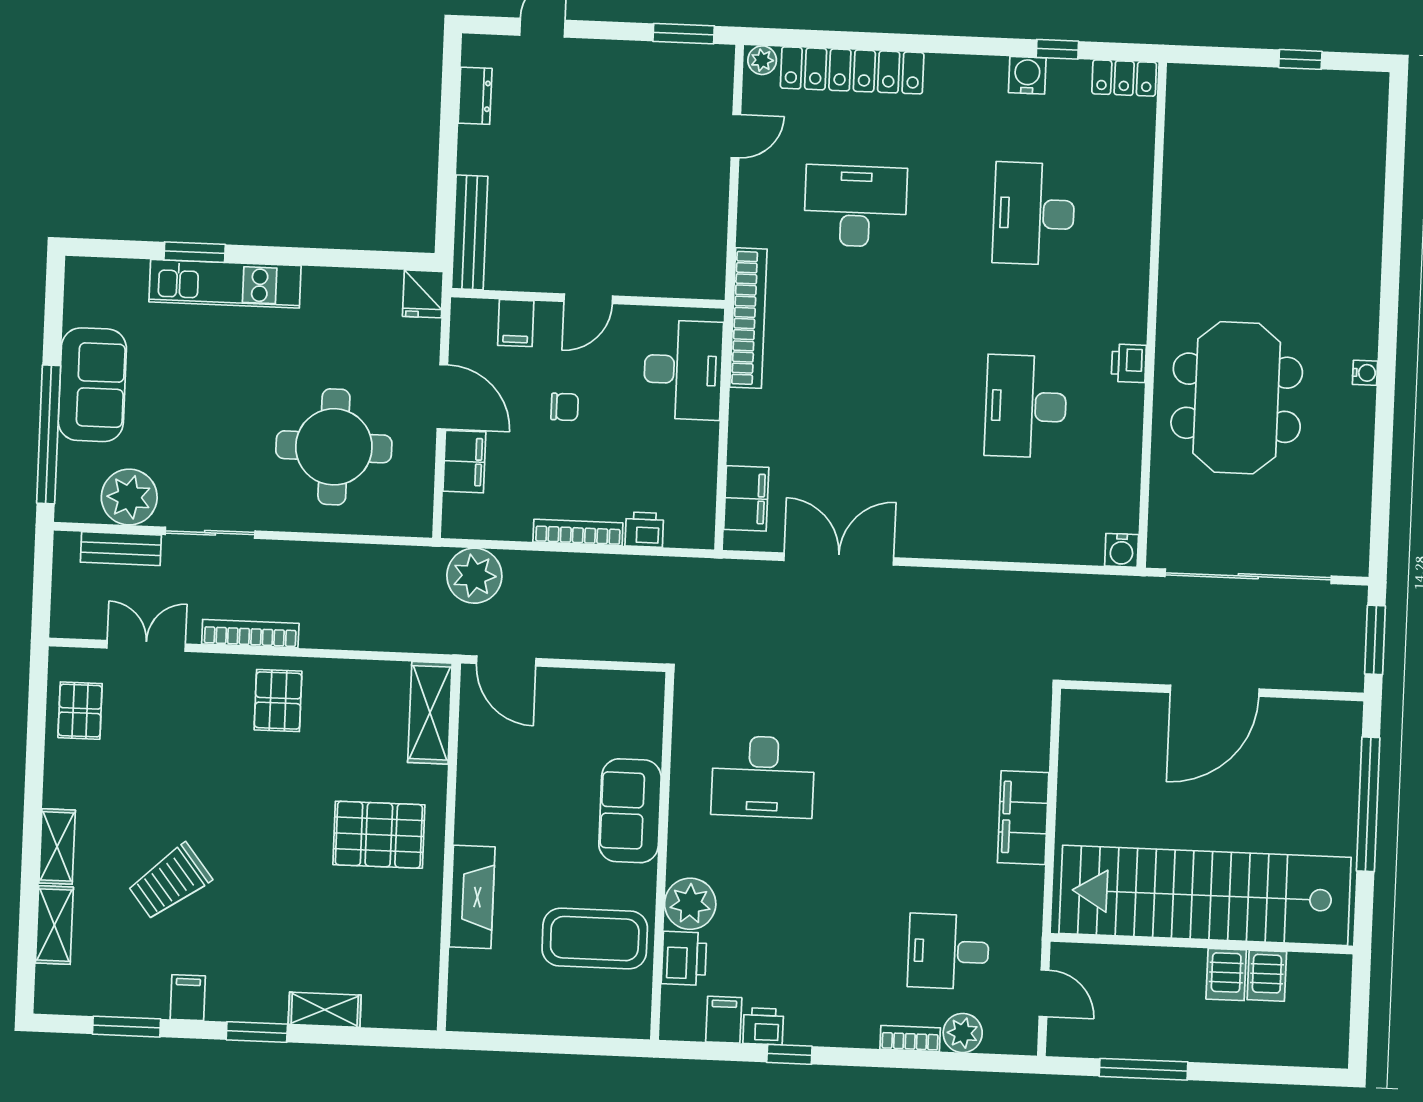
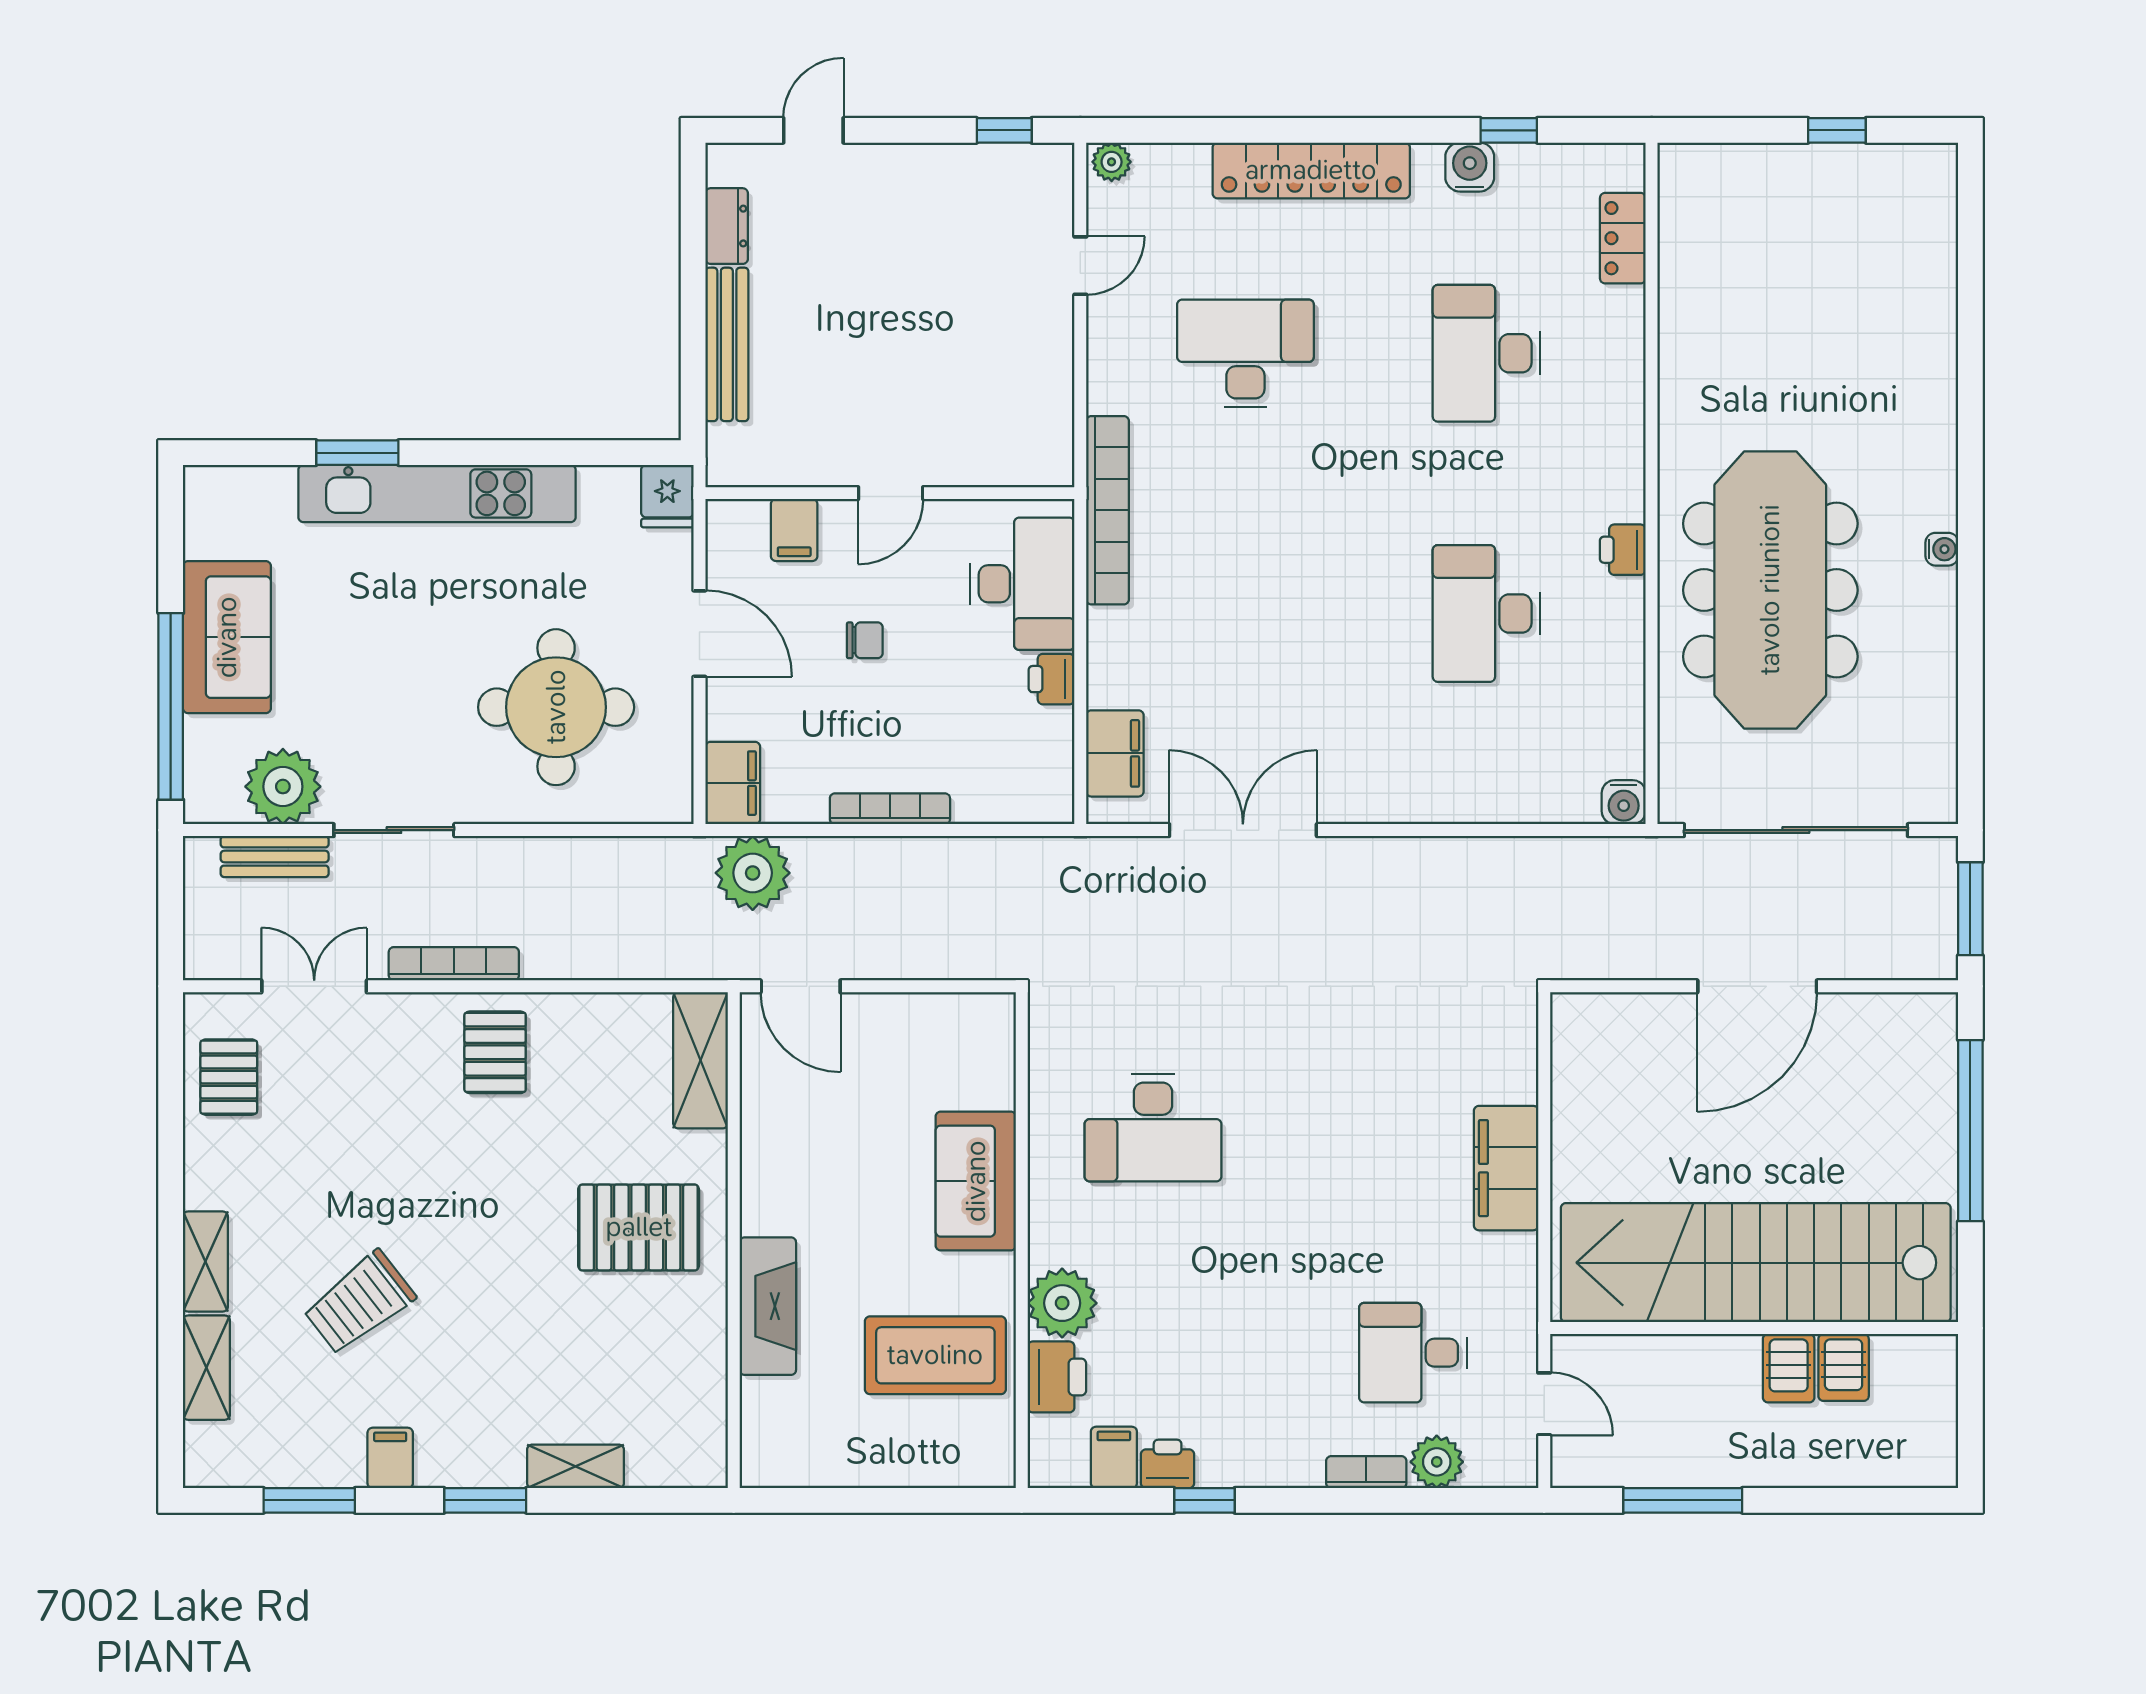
window: (684, 34) -> (1004, 130), width x0.67
locker: (852, 70) -> (1311, 170), moved
locker: (1124, 78) -> (1623, 238), moved, turned 90
bench: (470, 232) -> (727, 344), moved
kitchen unit: (225, 284) -> (437, 493), width x1.36
meeting table: (1237, 398) -> (1770, 590), width x1.36
filing cabinet: (464, 462) -> (733, 783), moved
printer: (644, 530) -> (1052, 679), moved, turned -90

